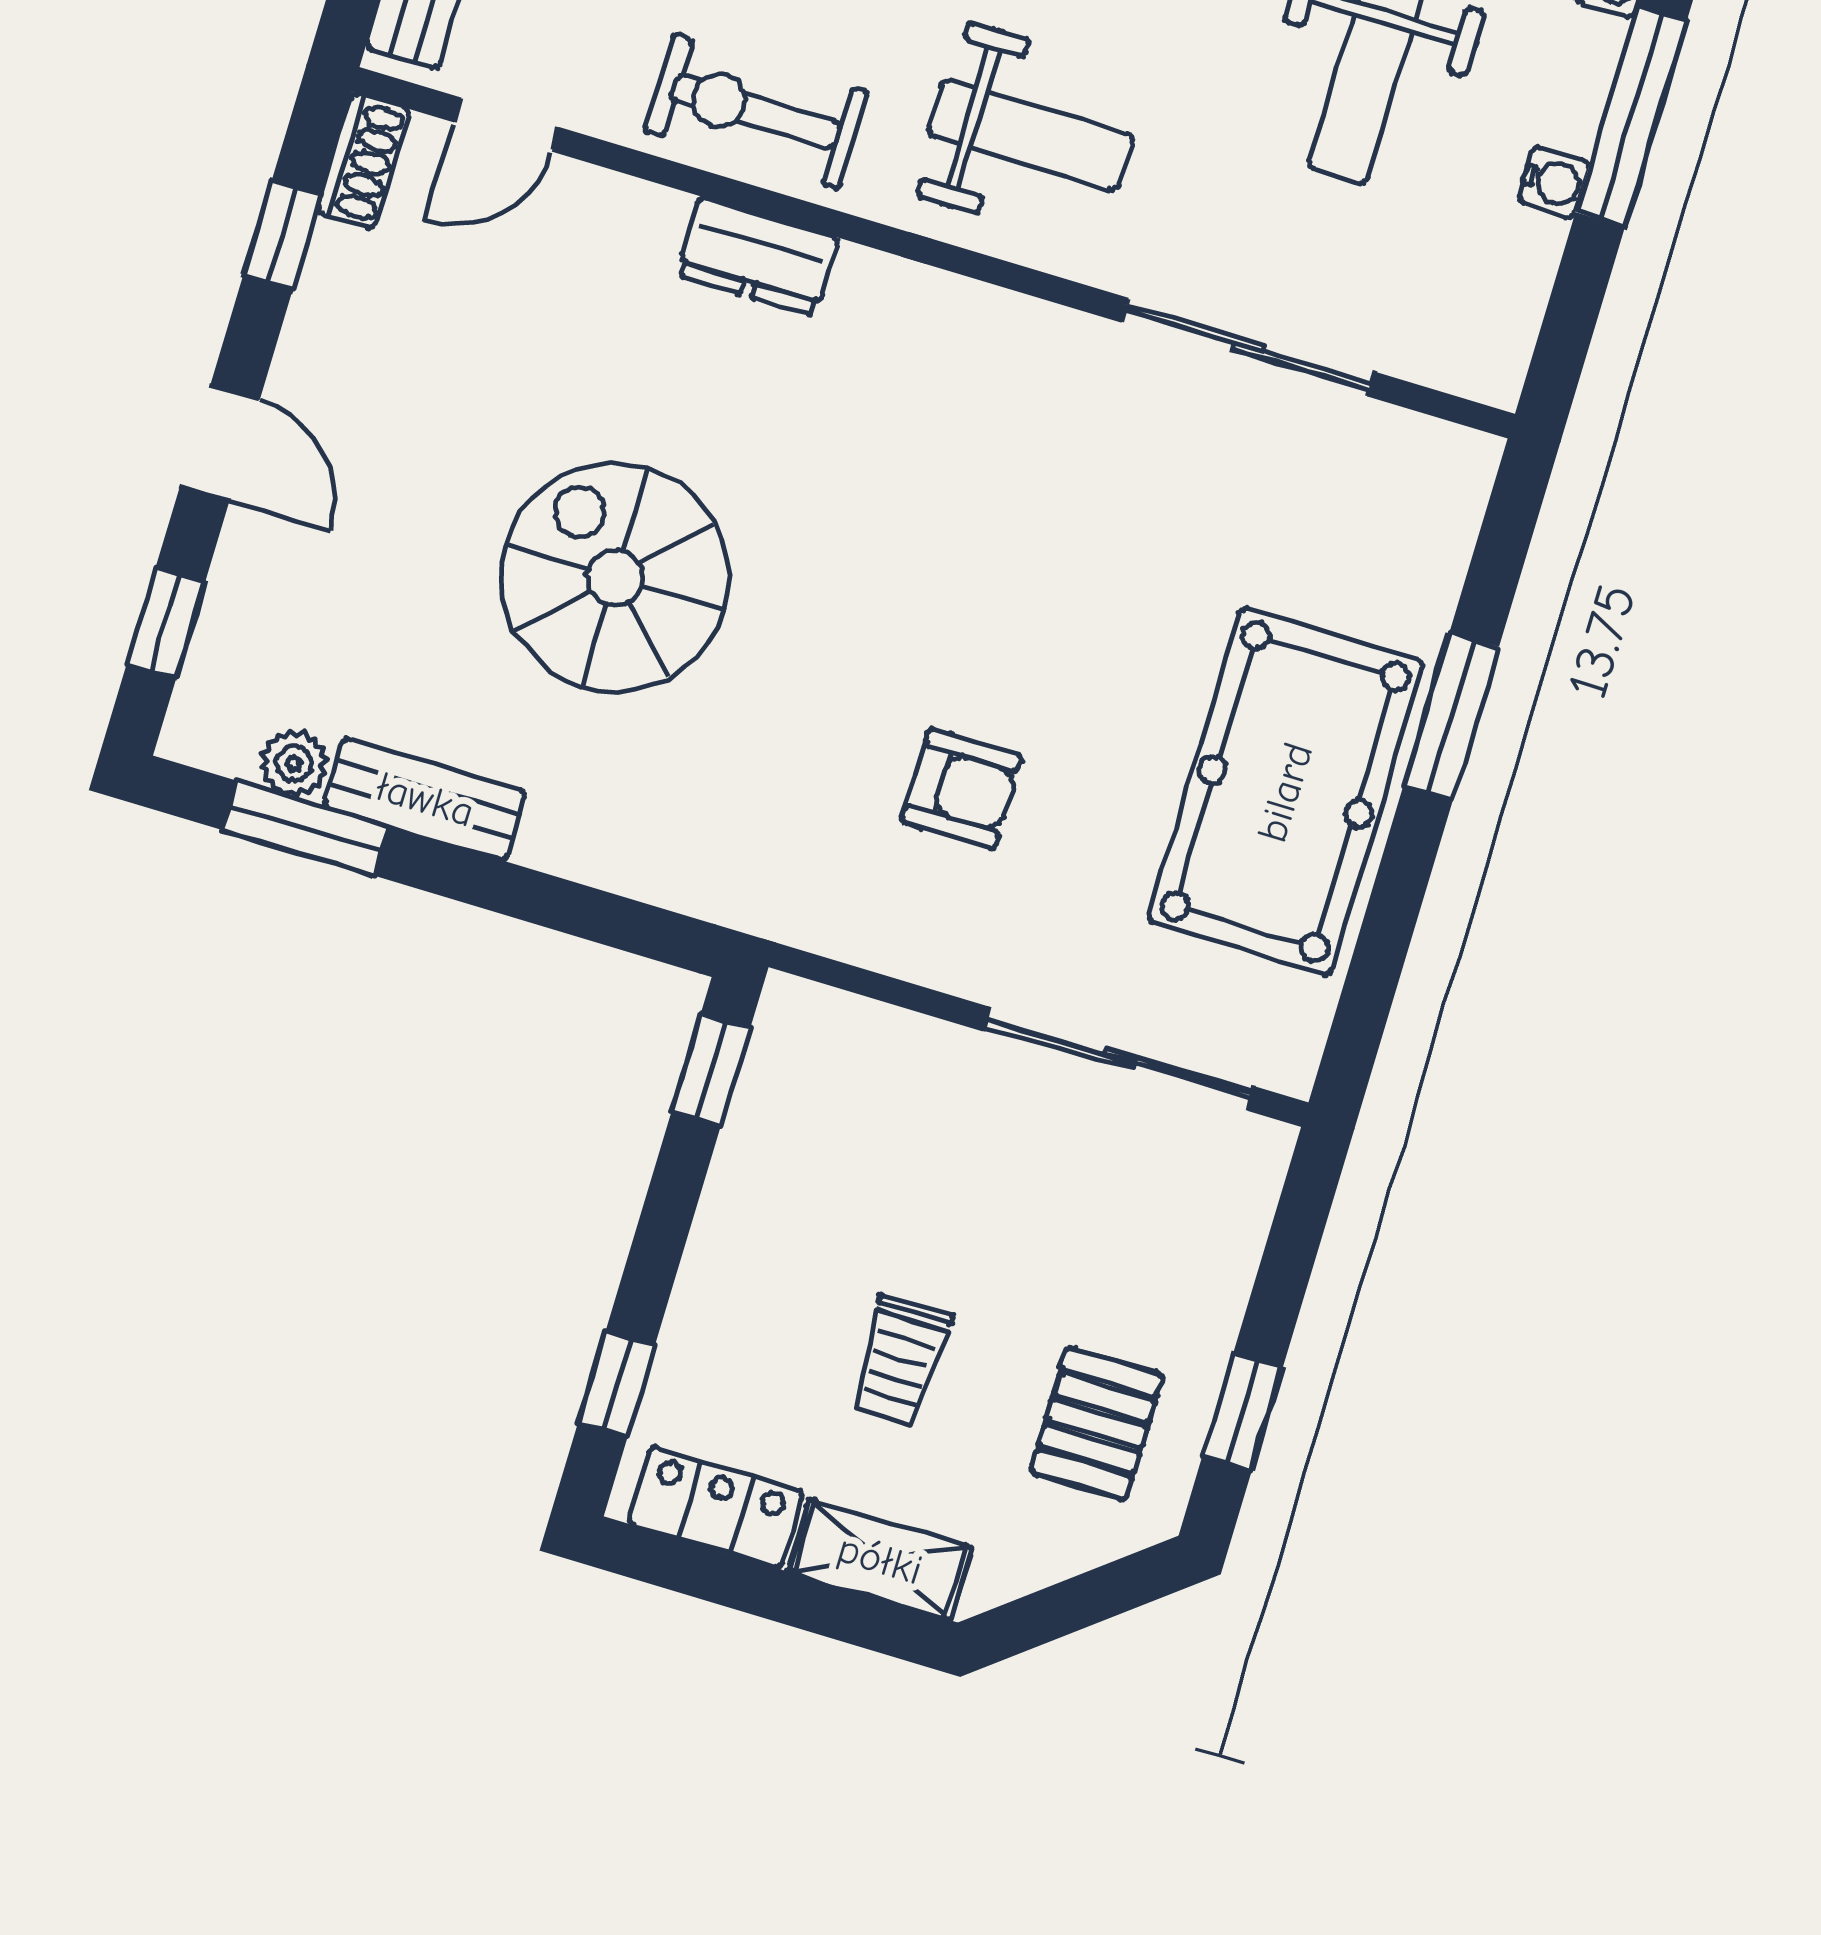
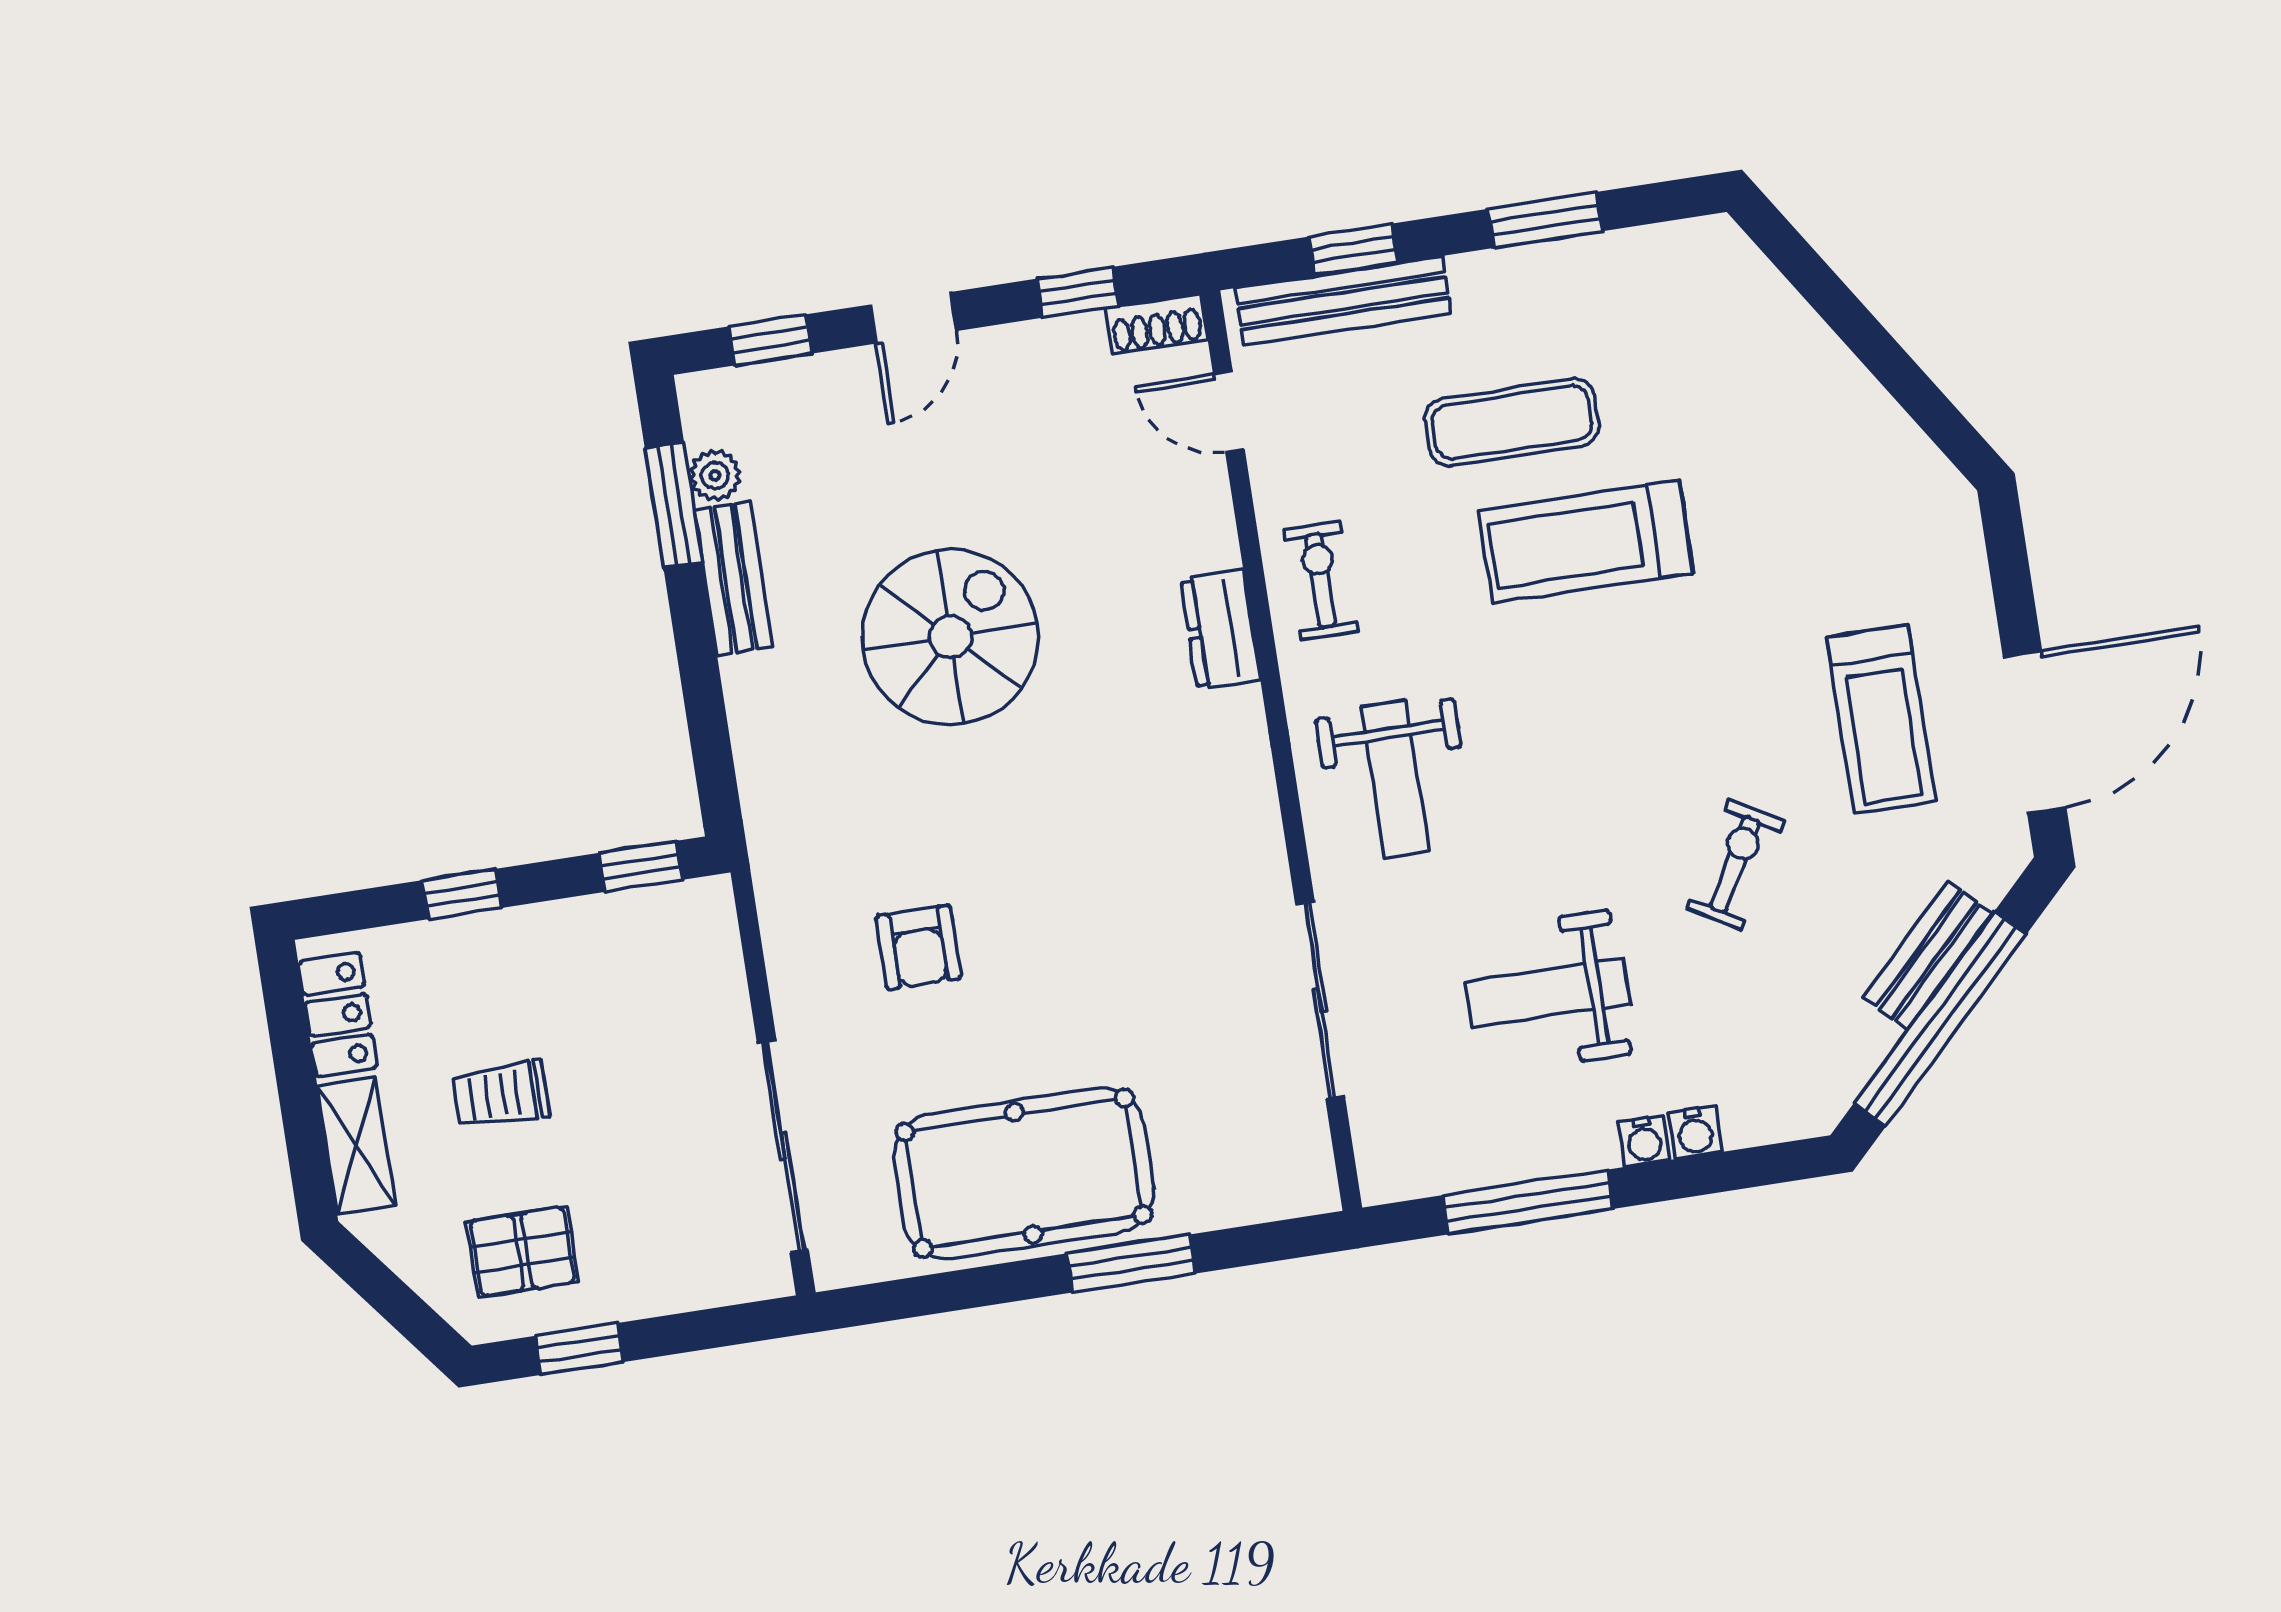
exercise bike: (756, 112) -> (1321, 580), width x0.73, depth x0.72
window: (1631, 116) -> (1528, 1202), moved
water cooler: (1553, 182) -> (1644, 1141), moved
window: (617, 1384) -> (462, 894), moved

